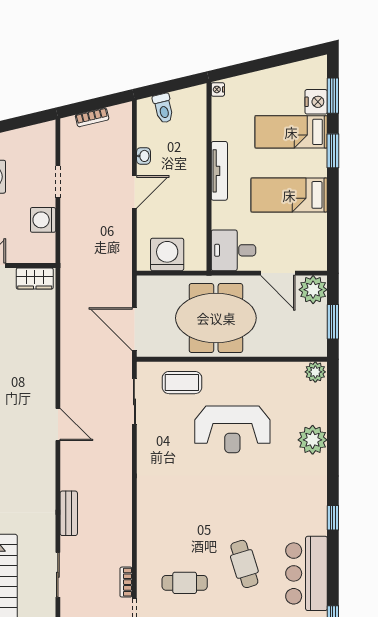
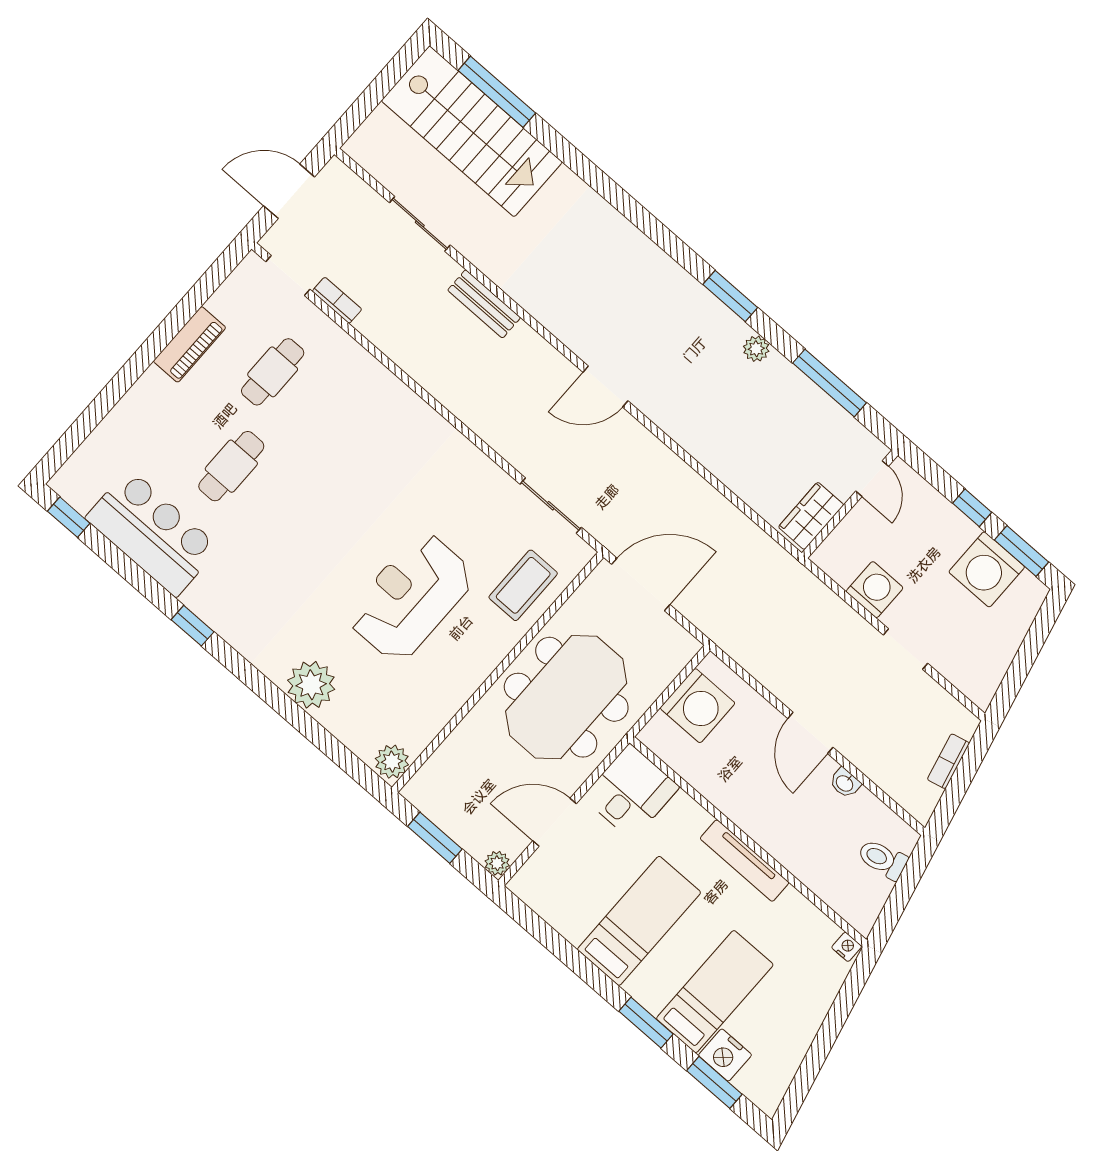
plant: (313, 290) -> (497, 863), width x0.53, depth x0.53
cafe table: (244, 564) -> (231, 466), turned -73

